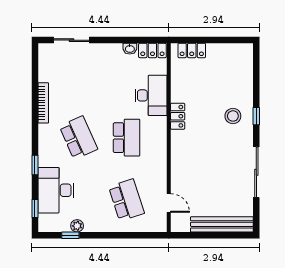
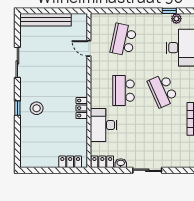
sliding door: (72, 40) -> (147, 170), moved
sliding door: (256, 172) -> (17, 62), width x0.73
school desk: (127, 200) -> (123, 40), turned 30
door: (169, 203) -> (89, 48), moved
plant: (77, 226) -> (176, 19), moved

